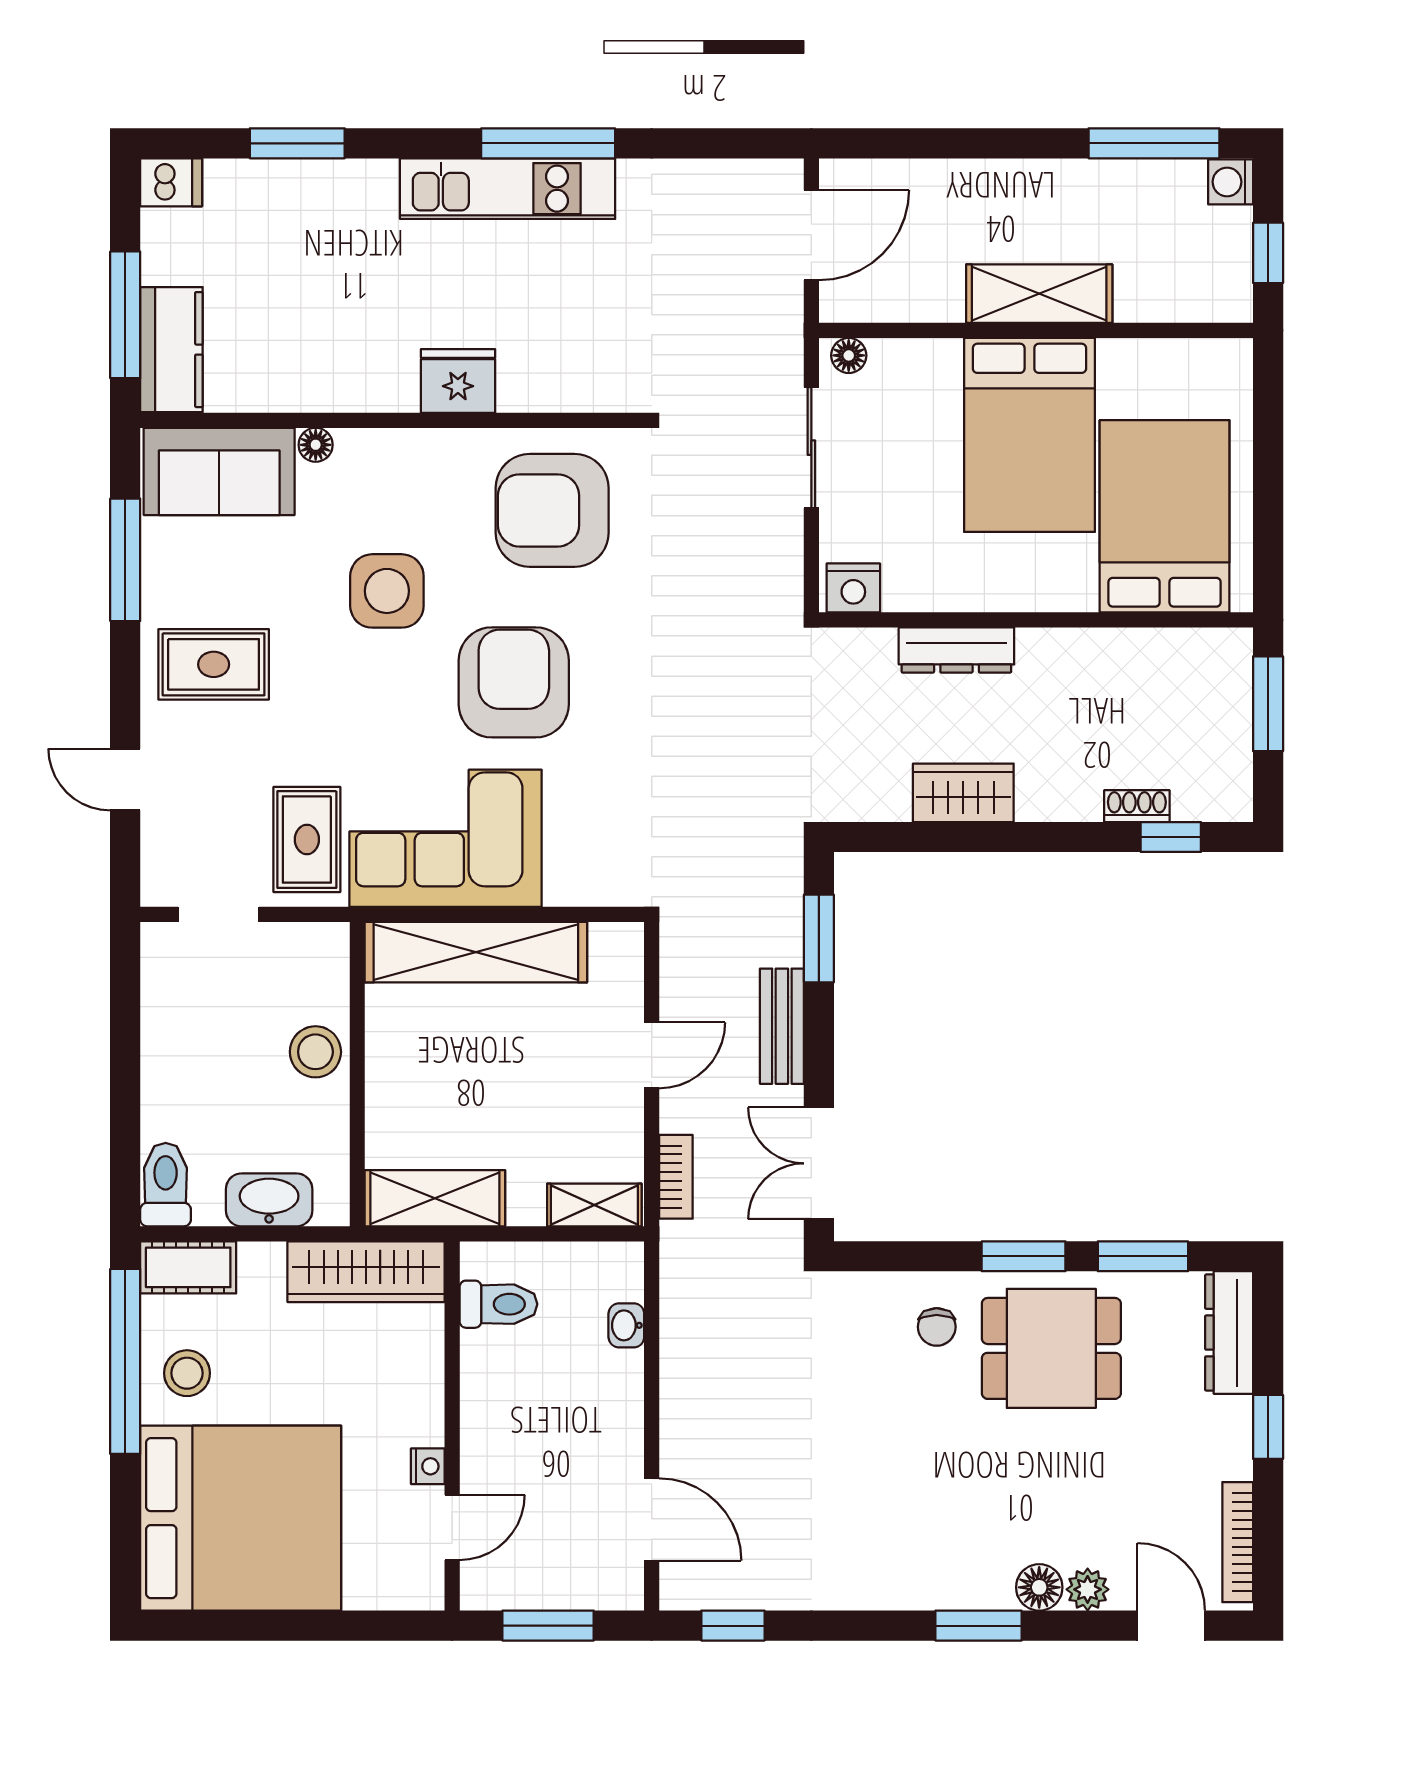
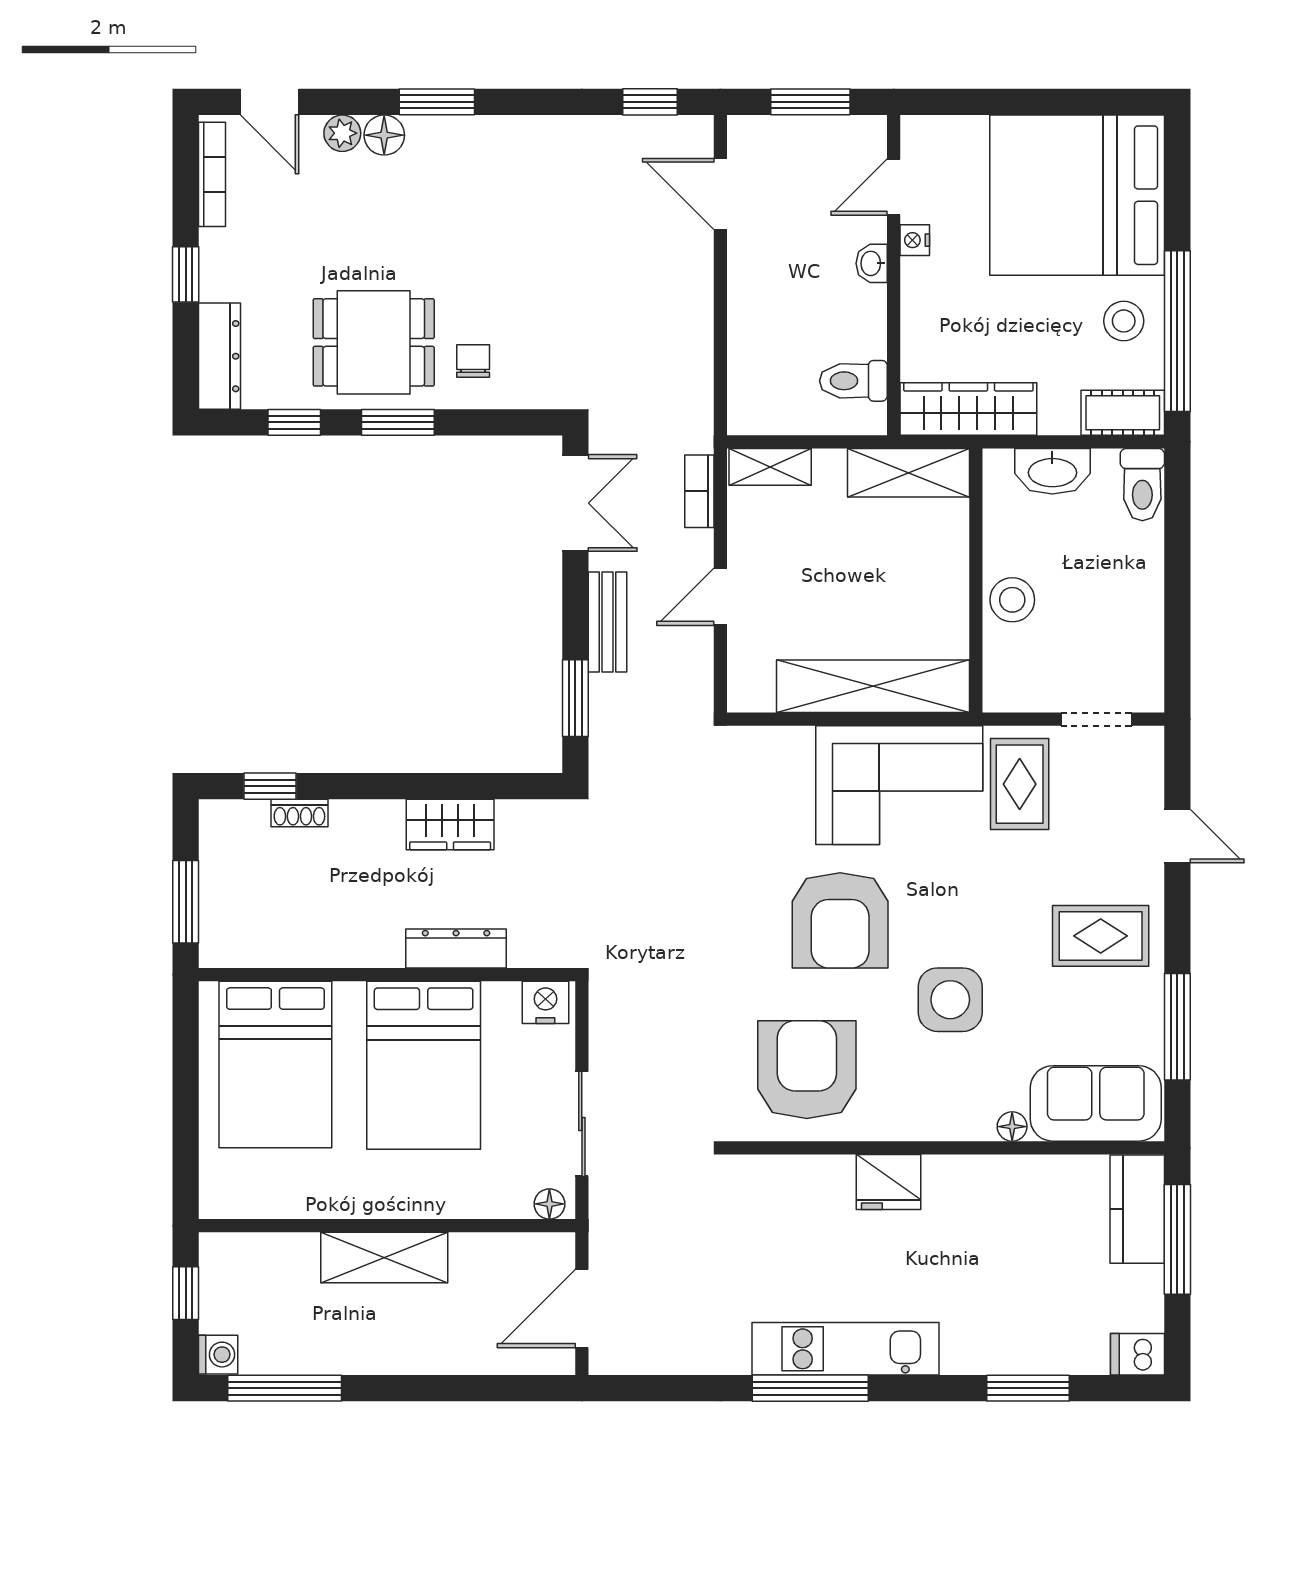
bed: (1029, 435) -> (424, 1065), moved, turned 180
armchair: (552, 510) -> (807, 1070), turned -90
window: (1143, 1256) -> (294, 422), width x0.67
washbasin: (626, 1325) -> (872, 263), moved, turned 180

